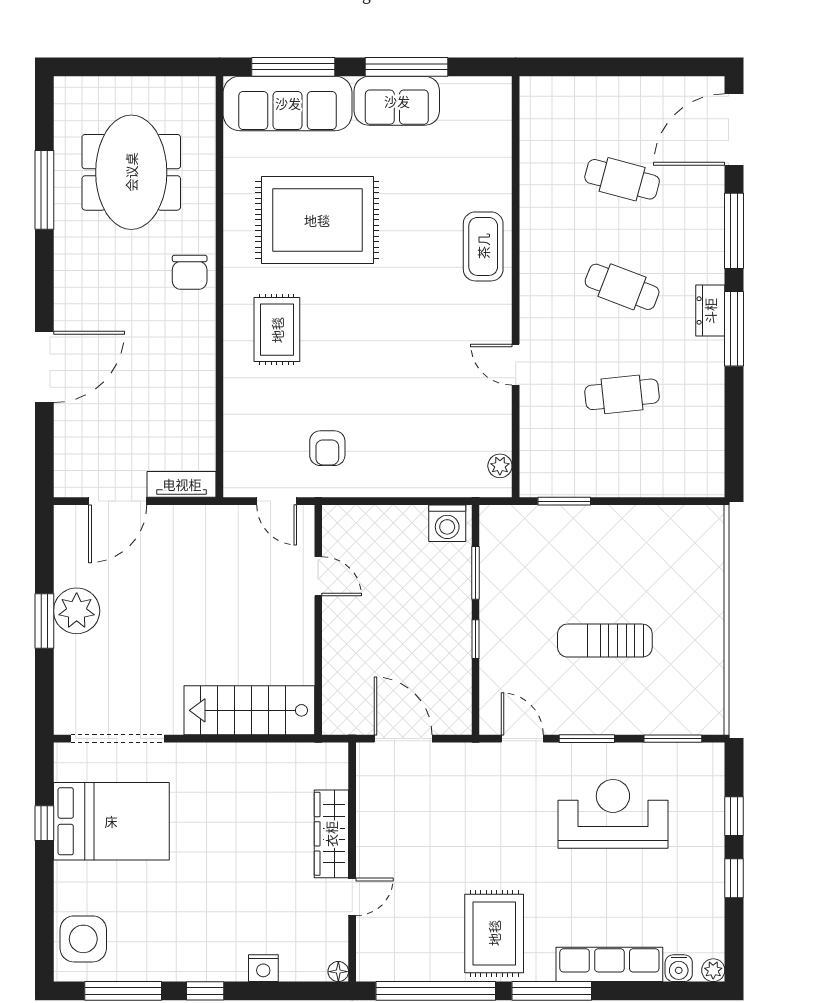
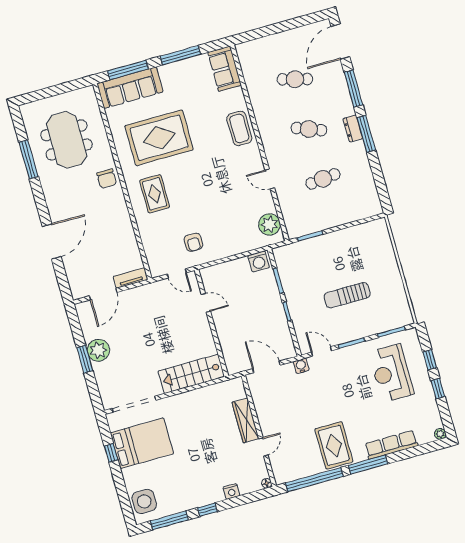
sofa: (397, 101) -> (225, 69), moved, turned 90
plant: (500, 466) -> (269, 224), width x1.87, depth x1.87
reception desk: (613, 814) -> (391, 373), moved, turned -90
water cooler: (679, 968) -> (301, 366), moved, turned 180

